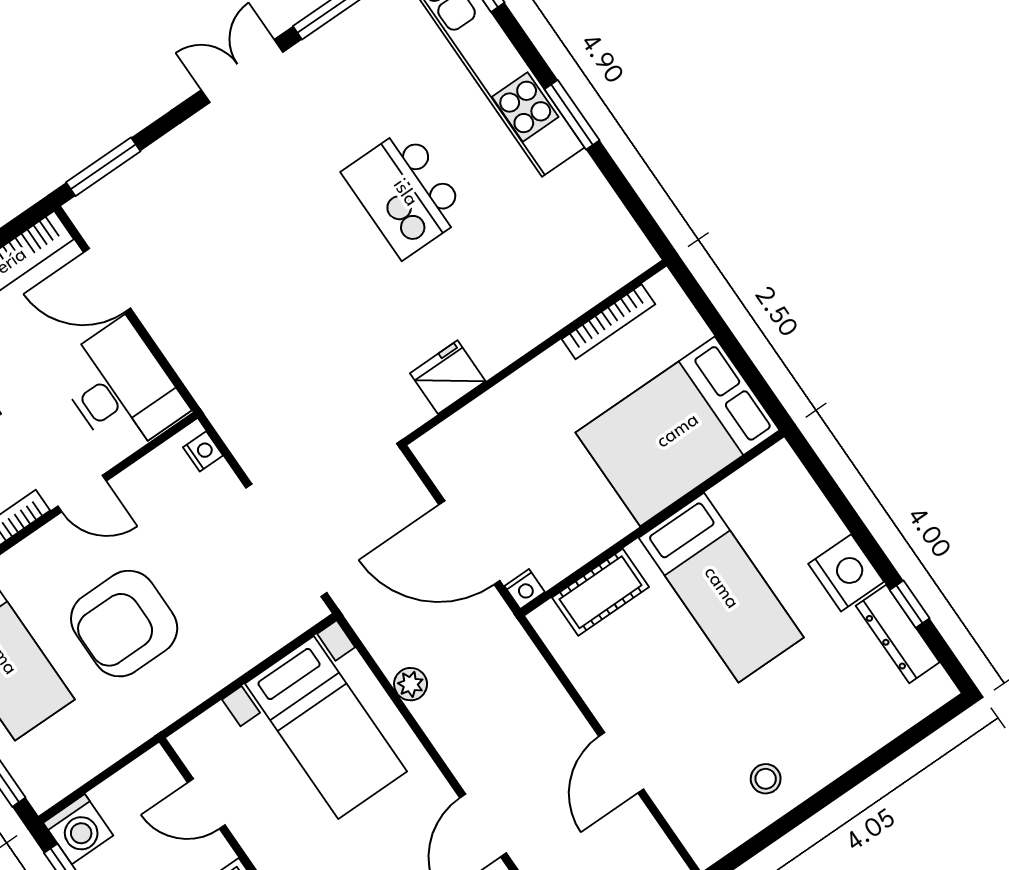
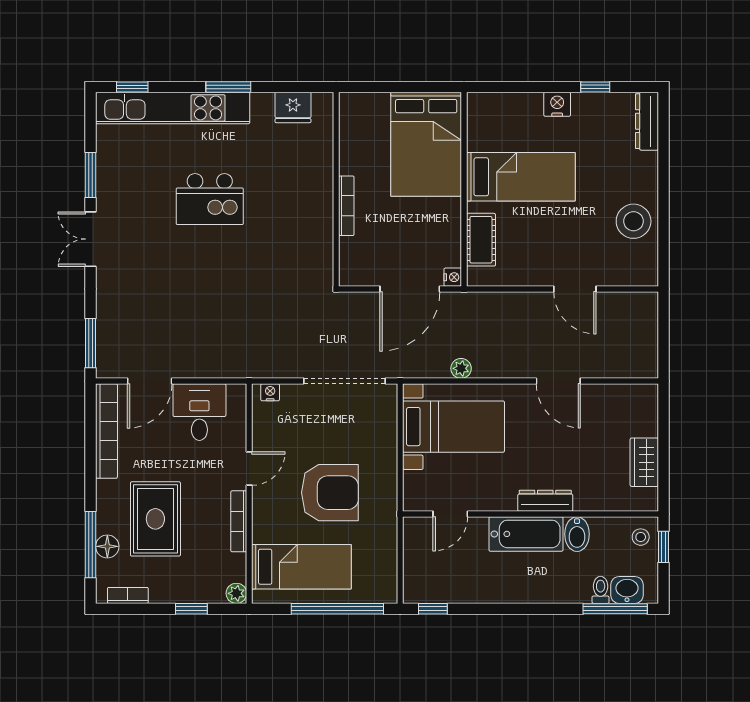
bookcase: (608, 322) -> (346, 206), moved
fridge: (448, 377) -> (293, 107), moved, turned -90
desk: (121, 388) -> (199, 412), width x0.73
nightstand: (846, 573) -> (557, 104), width x0.74, depth x0.75
armchair: (124, 624) -> (330, 493), turned -90
dresser: (898, 634) -> (647, 121), moved, turned 90
stool: (766, 779) -> (634, 221), width x1.89, depth x1.89
washing machine: (78, 829) -> (418, 588), removed

